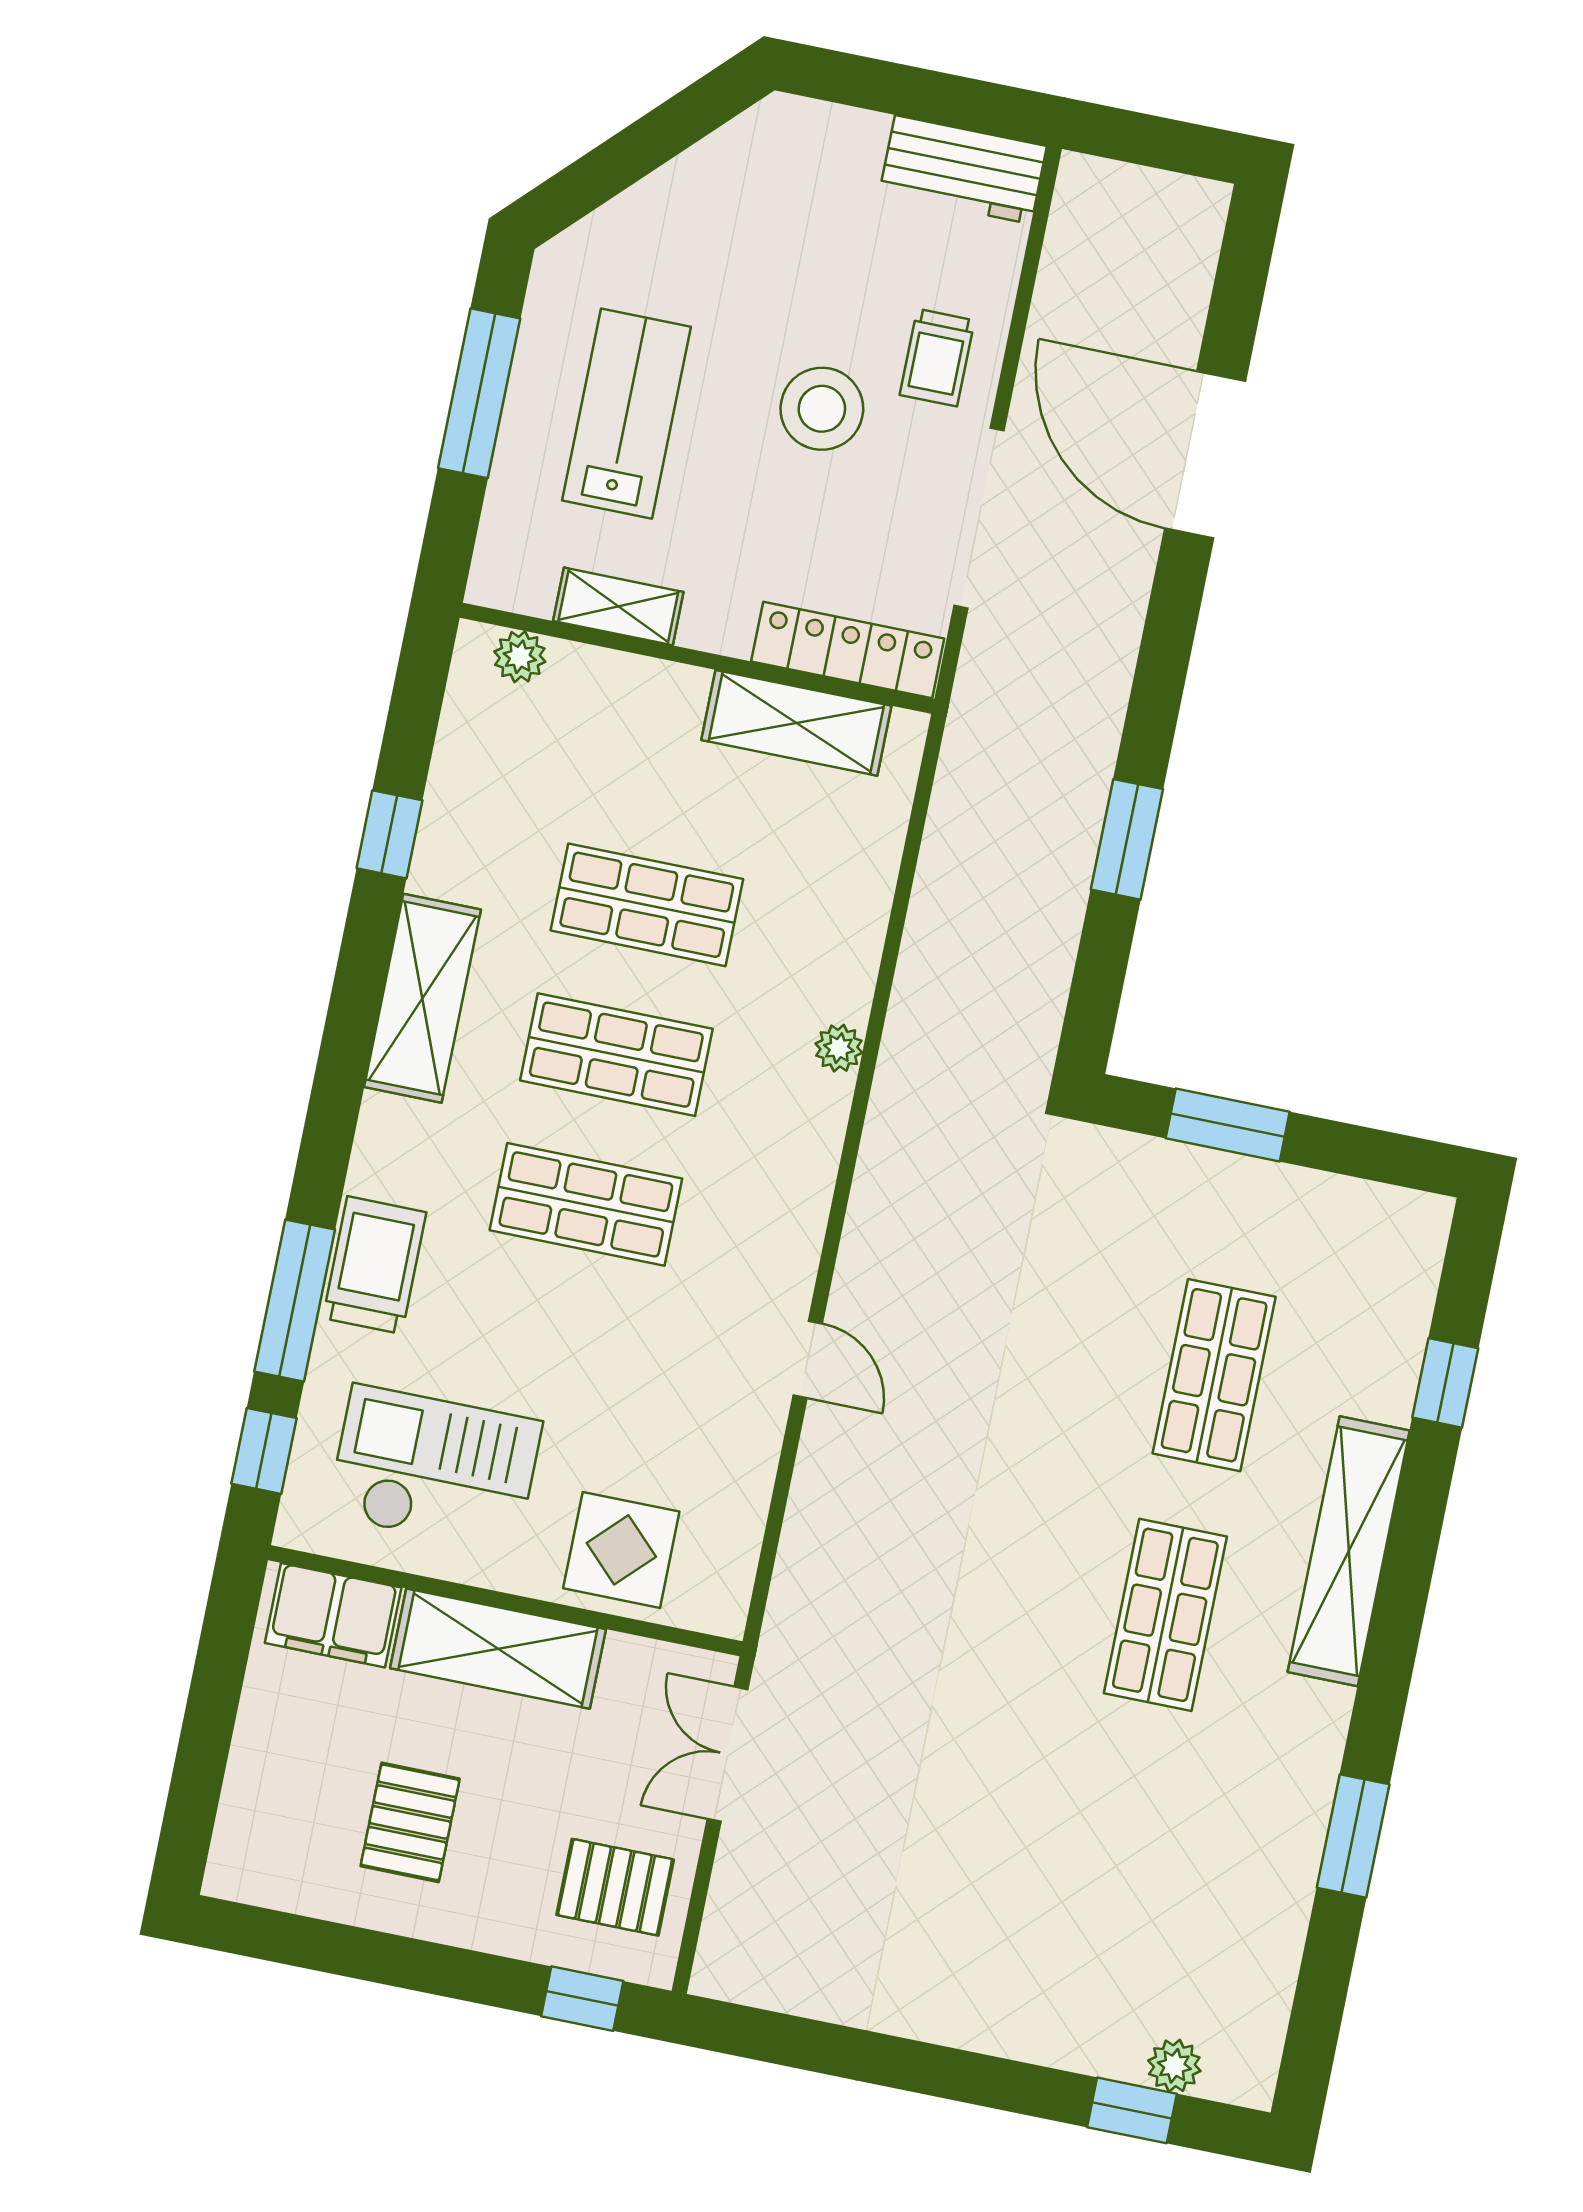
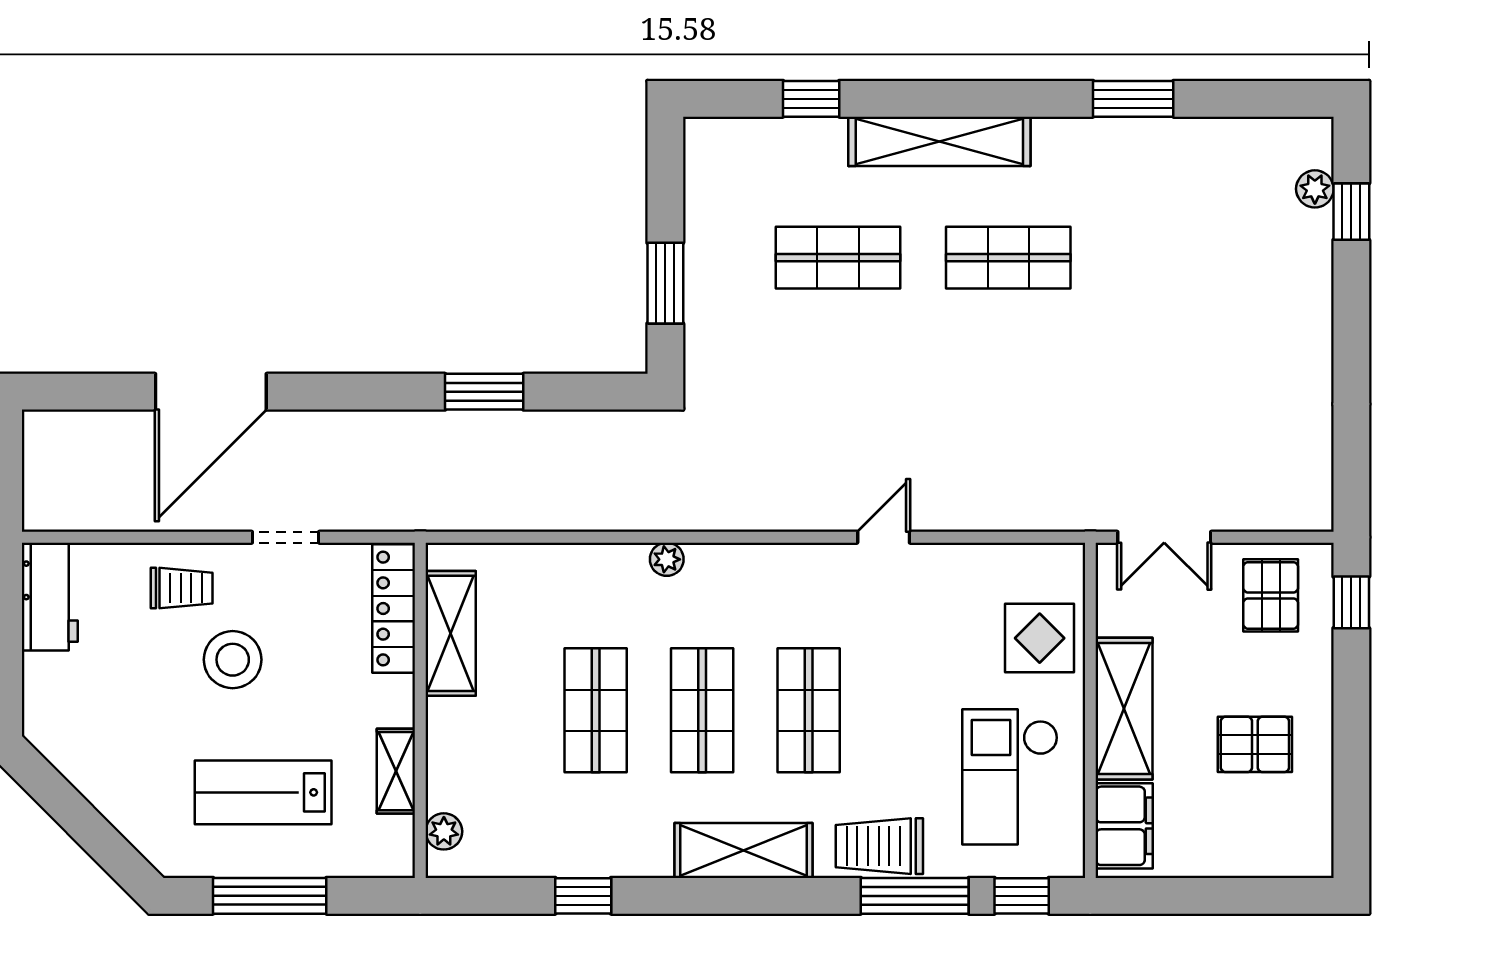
doorway: (979, 518) -> (285, 537), width x0.53
shelving: (422, 998) -> (744, 850), moved

